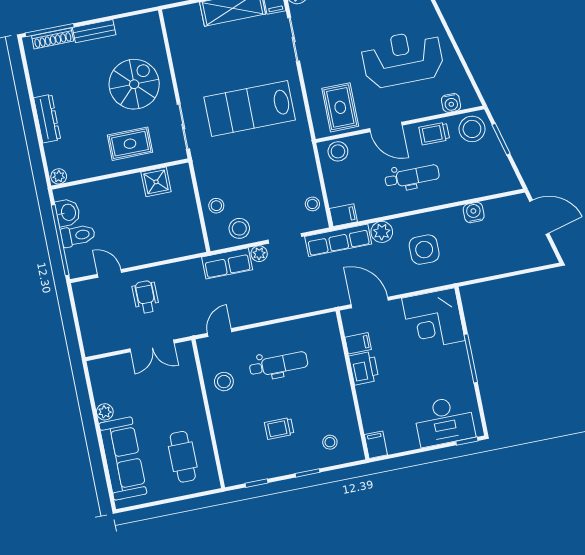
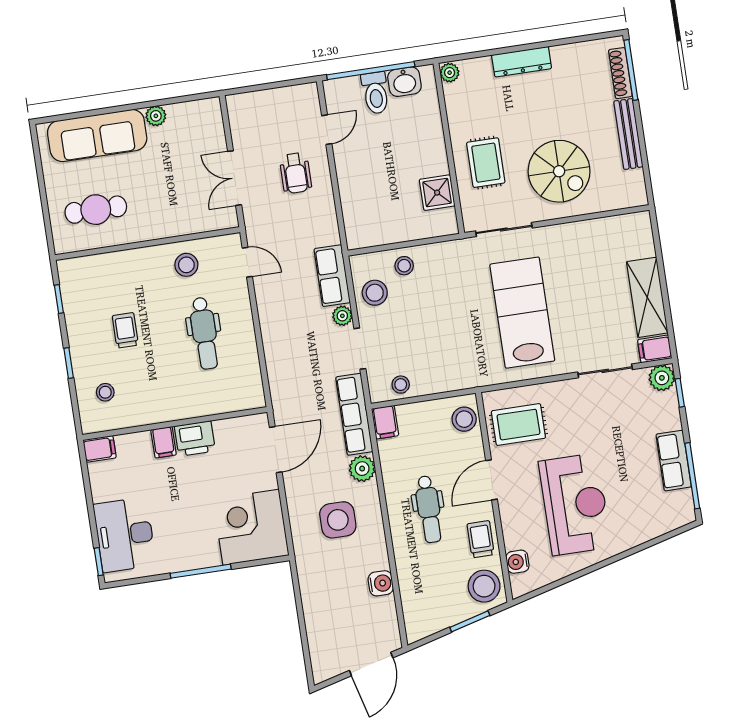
bench: (94, 31) -> (628, 134), width x1.36
wheelchair: (146, 297) -> (296, 173), turned 90
filing cabinet: (358, 343) -> (164, 442), moved

